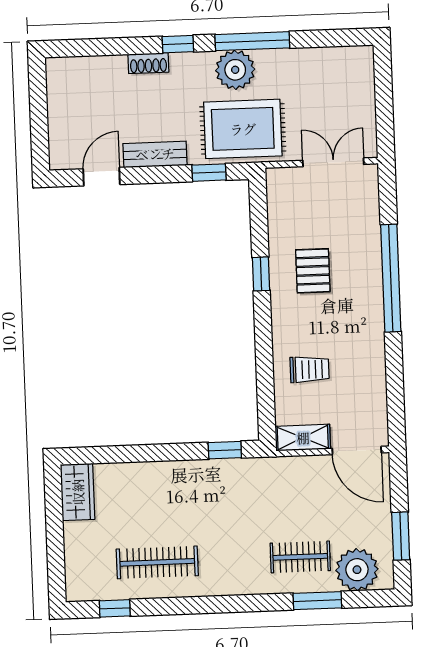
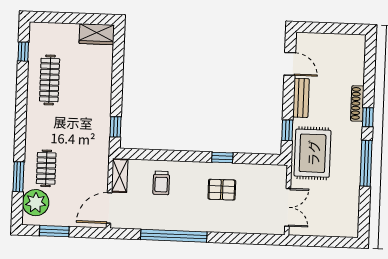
shoe rack: (148, 63) -> (357, 103), width x1.43
plant: (235, 70) -> (349, 151), removed
window: (391, 278) -> (174, 236), moved

